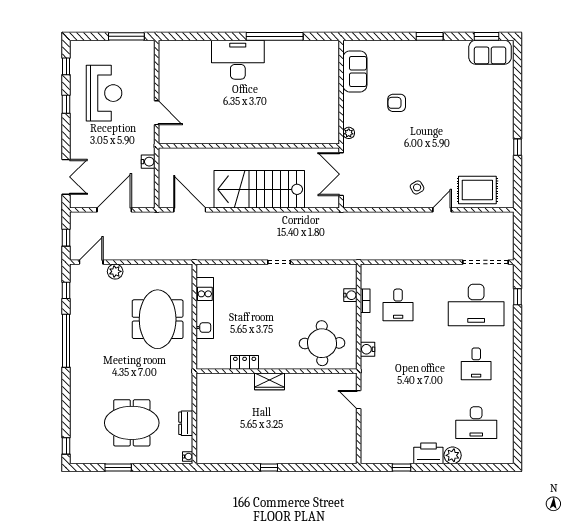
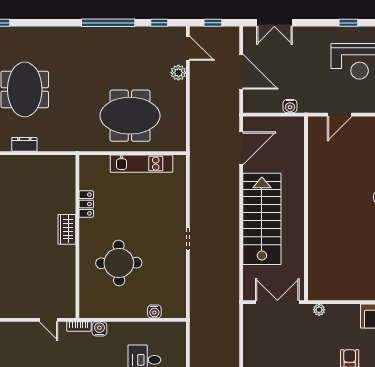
bookcase: (365, 301) -> (79, 326), moved
round table: (322, 343) -> (119, 263), moved
door: (359, 400) -> (48, 320), swing flipped

